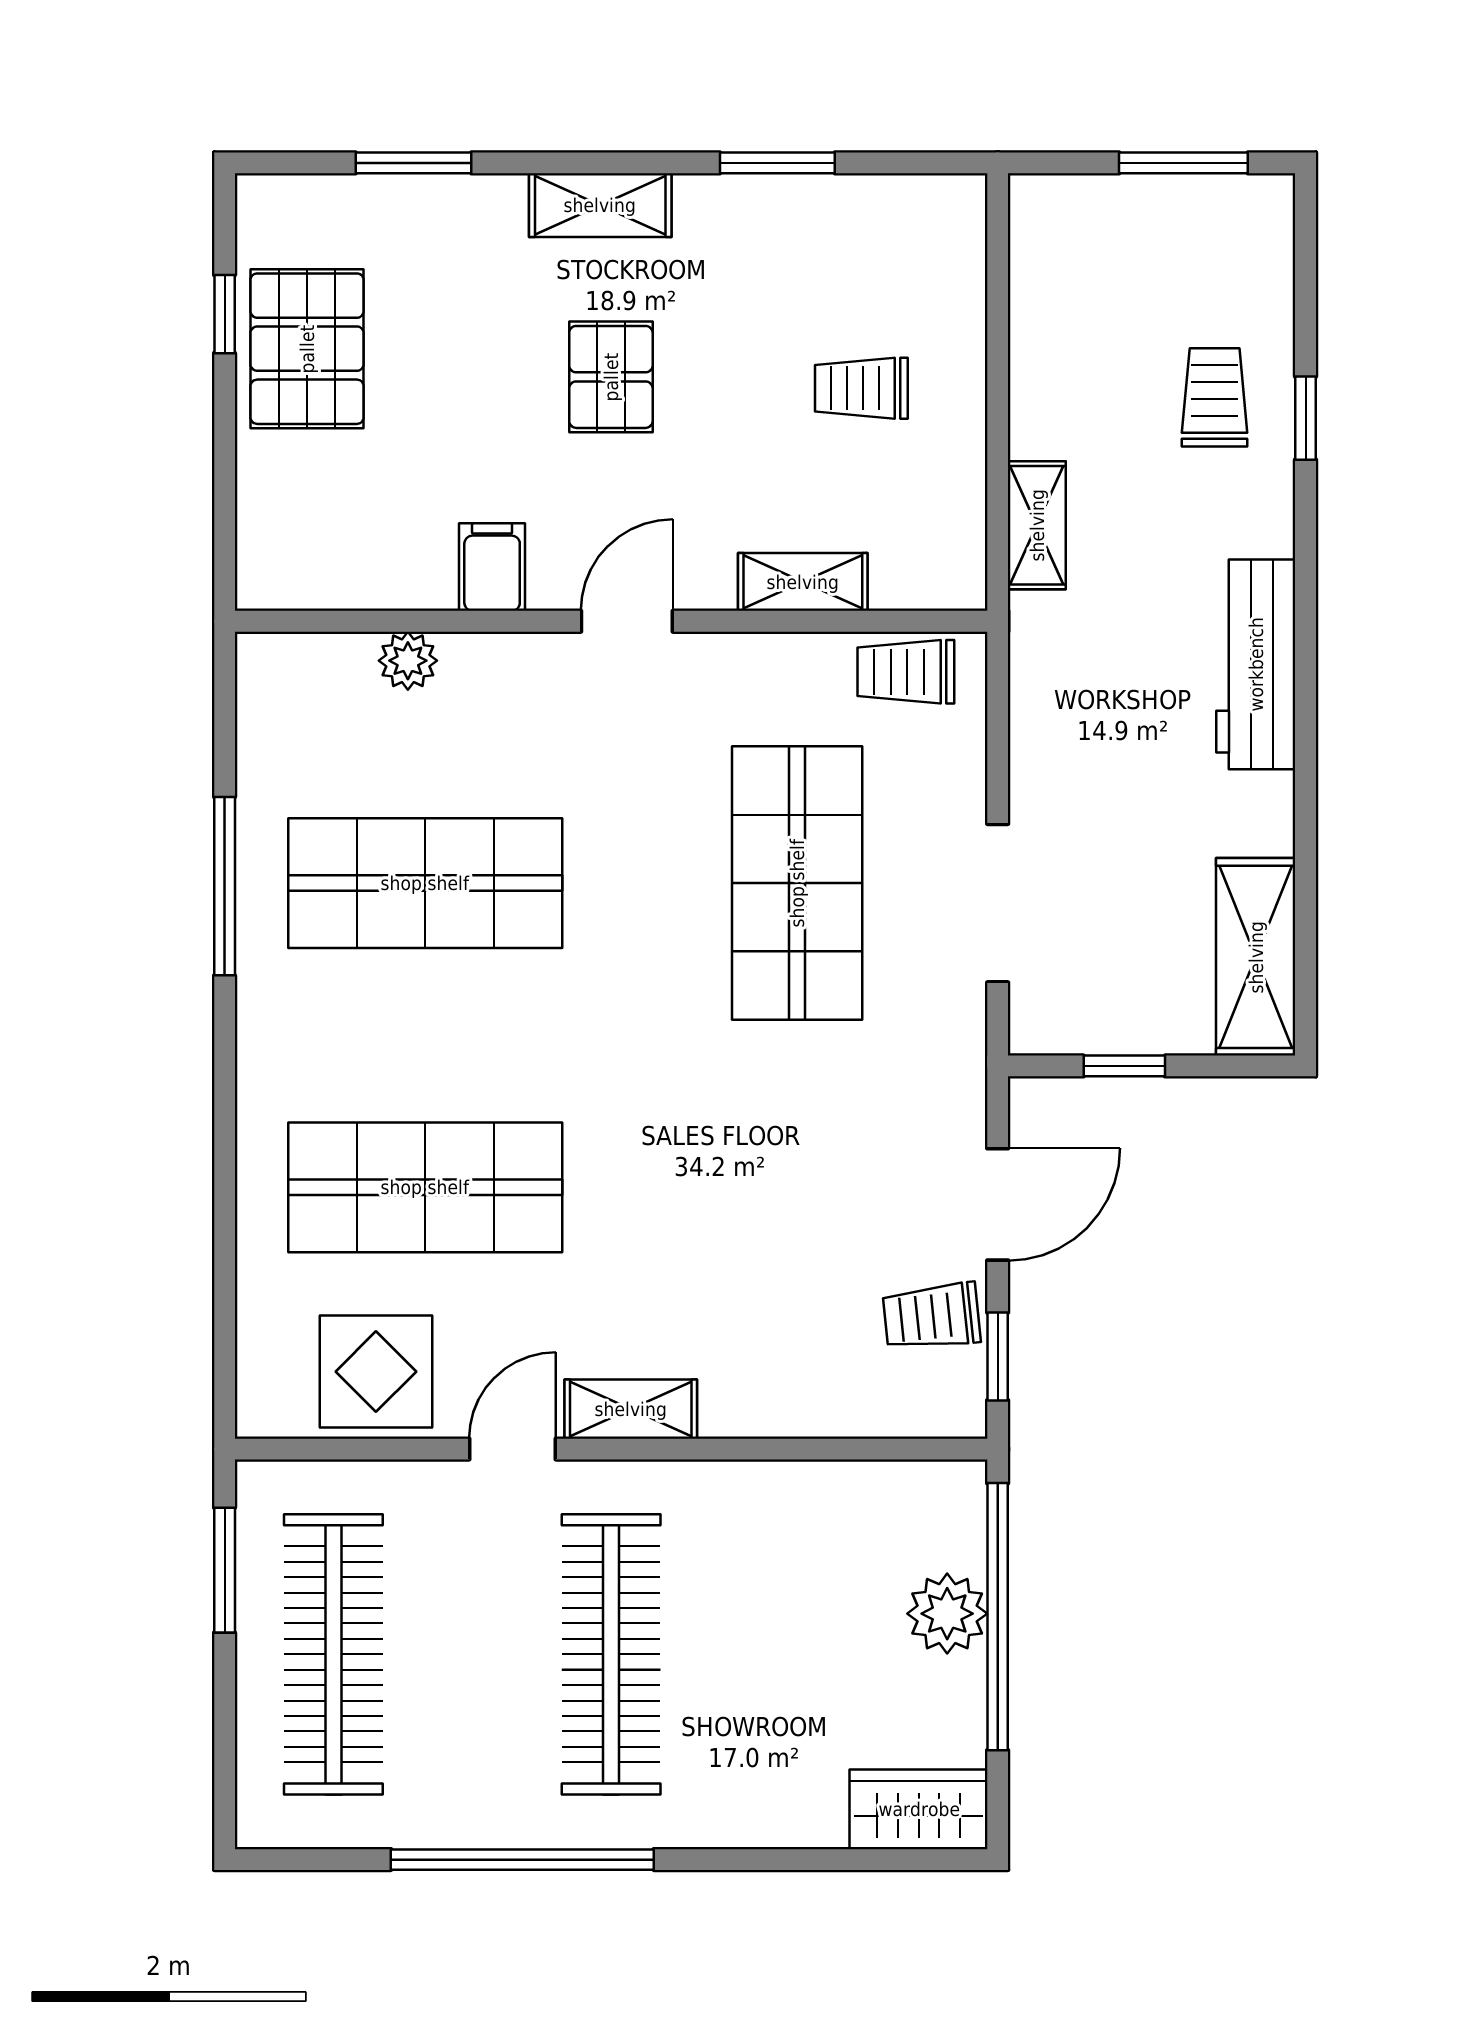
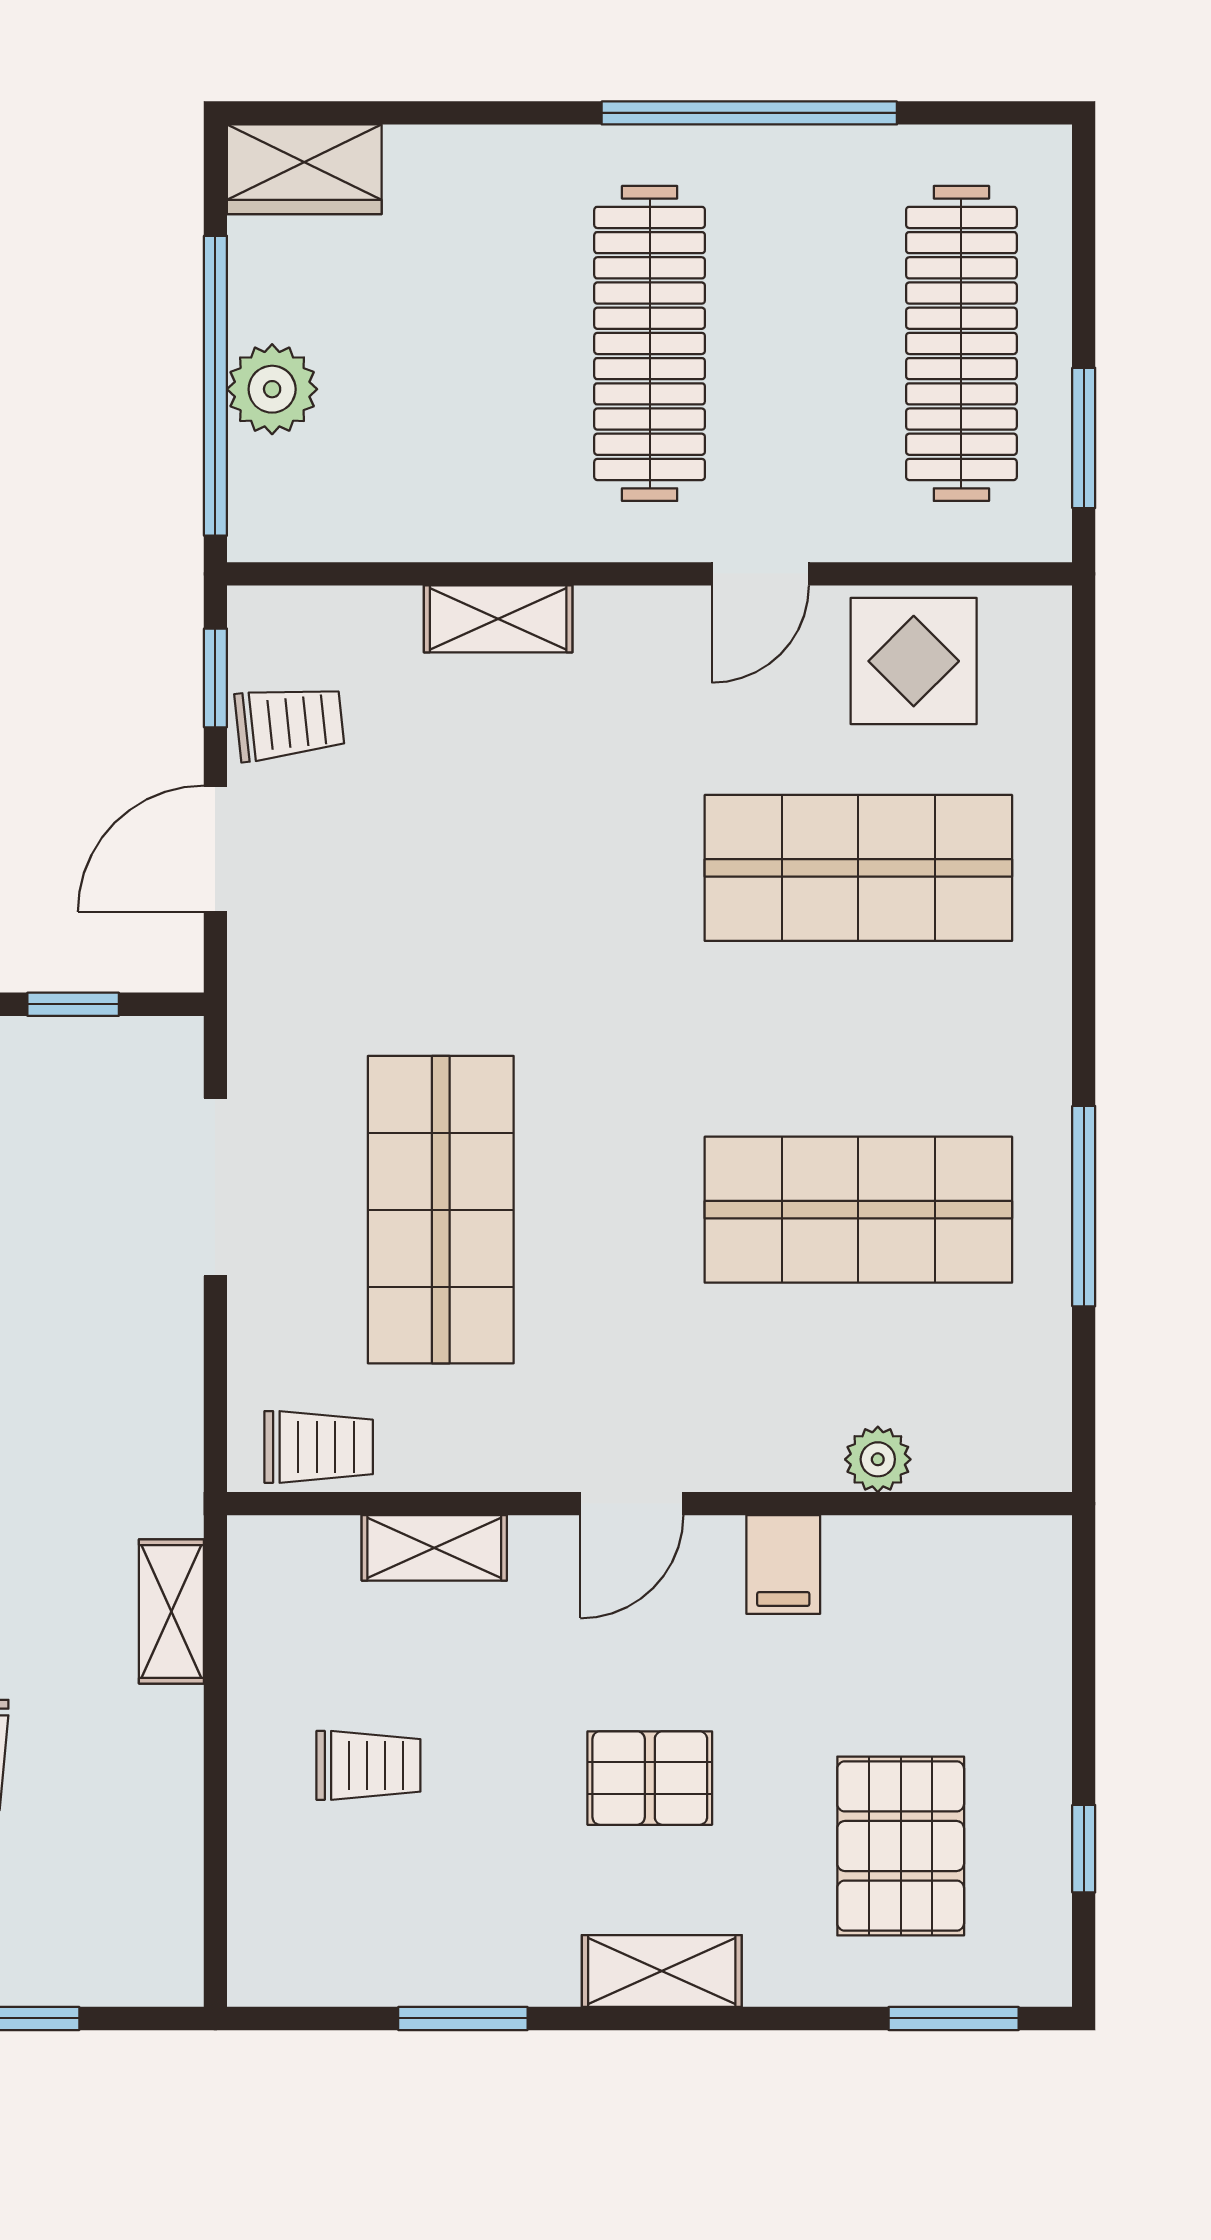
window: (413, 163) -> (954, 2018), moved
pallet: (307, 349) -> (901, 1846), moved
pallet: (611, 377) -> (650, 1778), turned 90
shelving: (631, 1409) -> (498, 619), moved

